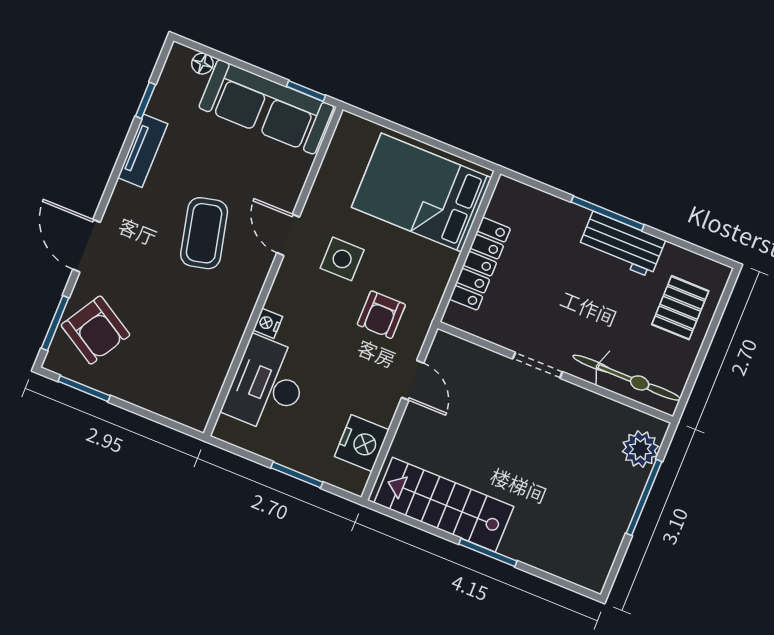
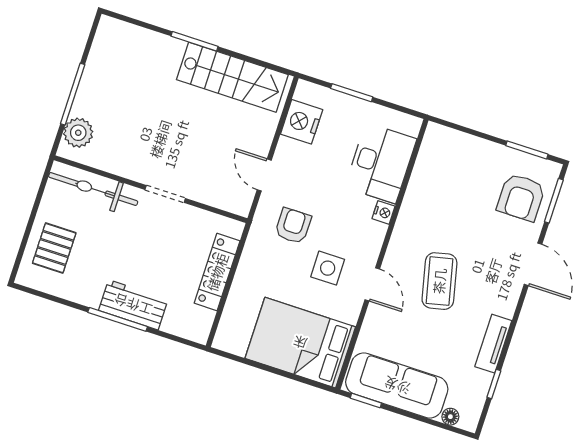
bed: (421, 193) -> (300, 343), moved, turned 180
workbench: (622, 244) -> (133, 305), moved
armchair: (95, 330) -> (521, 197), turned -121

